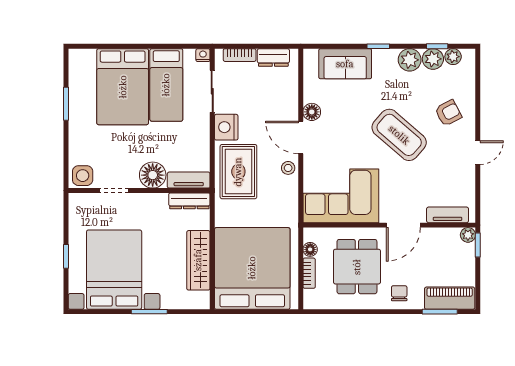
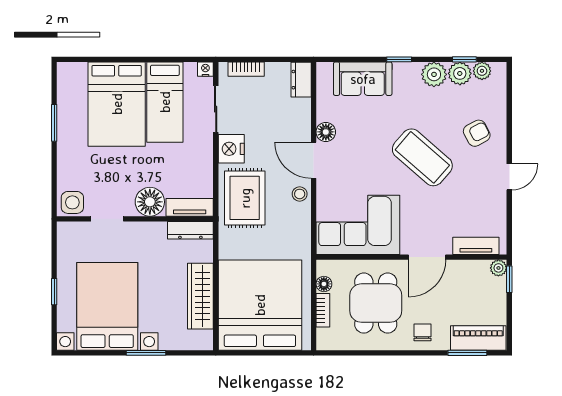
dresser: (273, 57) -> (301, 80), moved, turned 90

